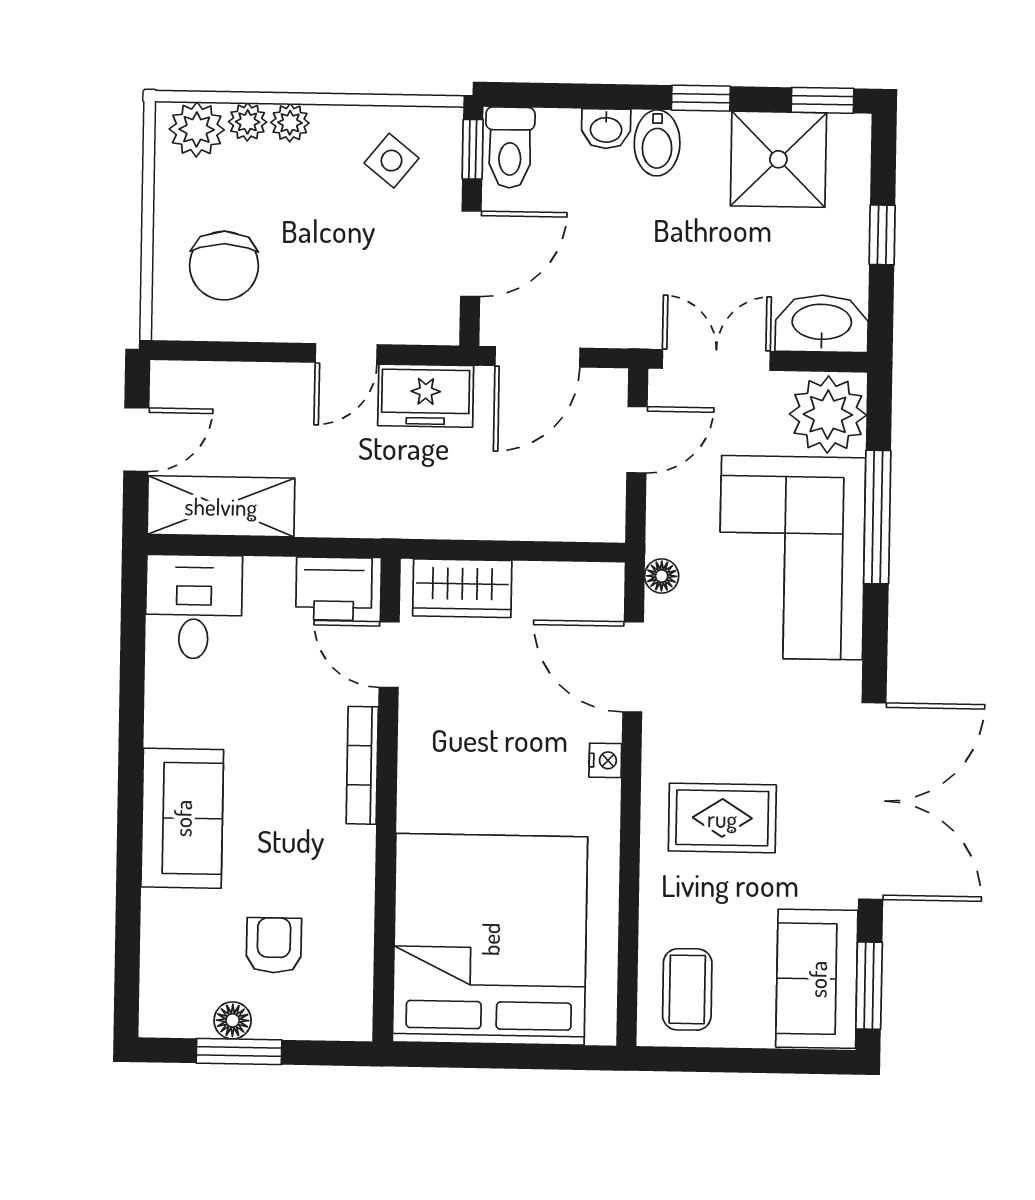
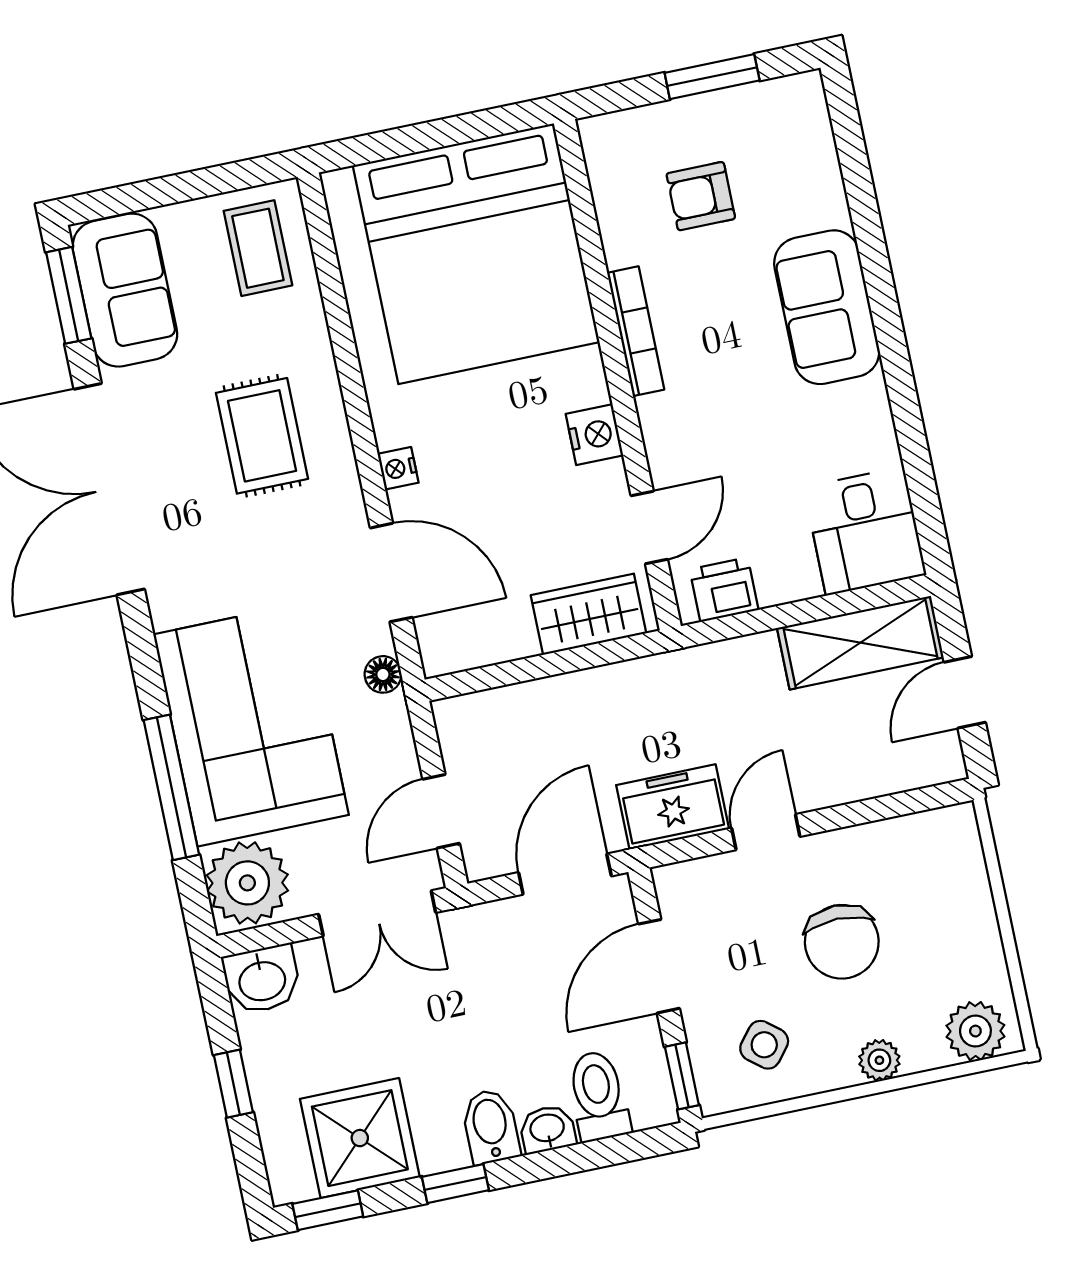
plant: (248, 122) -> (924, 1051), removed
toilet: (510, 148) -> (598, 1096), moved
chair: (224, 266) -> (842, 942), moved, turned 180
washbasin: (822, 324) -> (262, 979), width x0.72
printer: (334, 589) -> (724, 590), width x0.73, depth x0.81
door: (389, 655) -> (649, 527), hinge flipped
nightstand: (420, 750) -> (594, 435), added
bookcase: (362, 765) -> (636, 331), moved
rug: (722, 818) -> (262, 436), turned 90
armchair: (274, 945) -> (701, 196), turned 90
floor lamp: (233, 1020) -> (726, 108), removed

